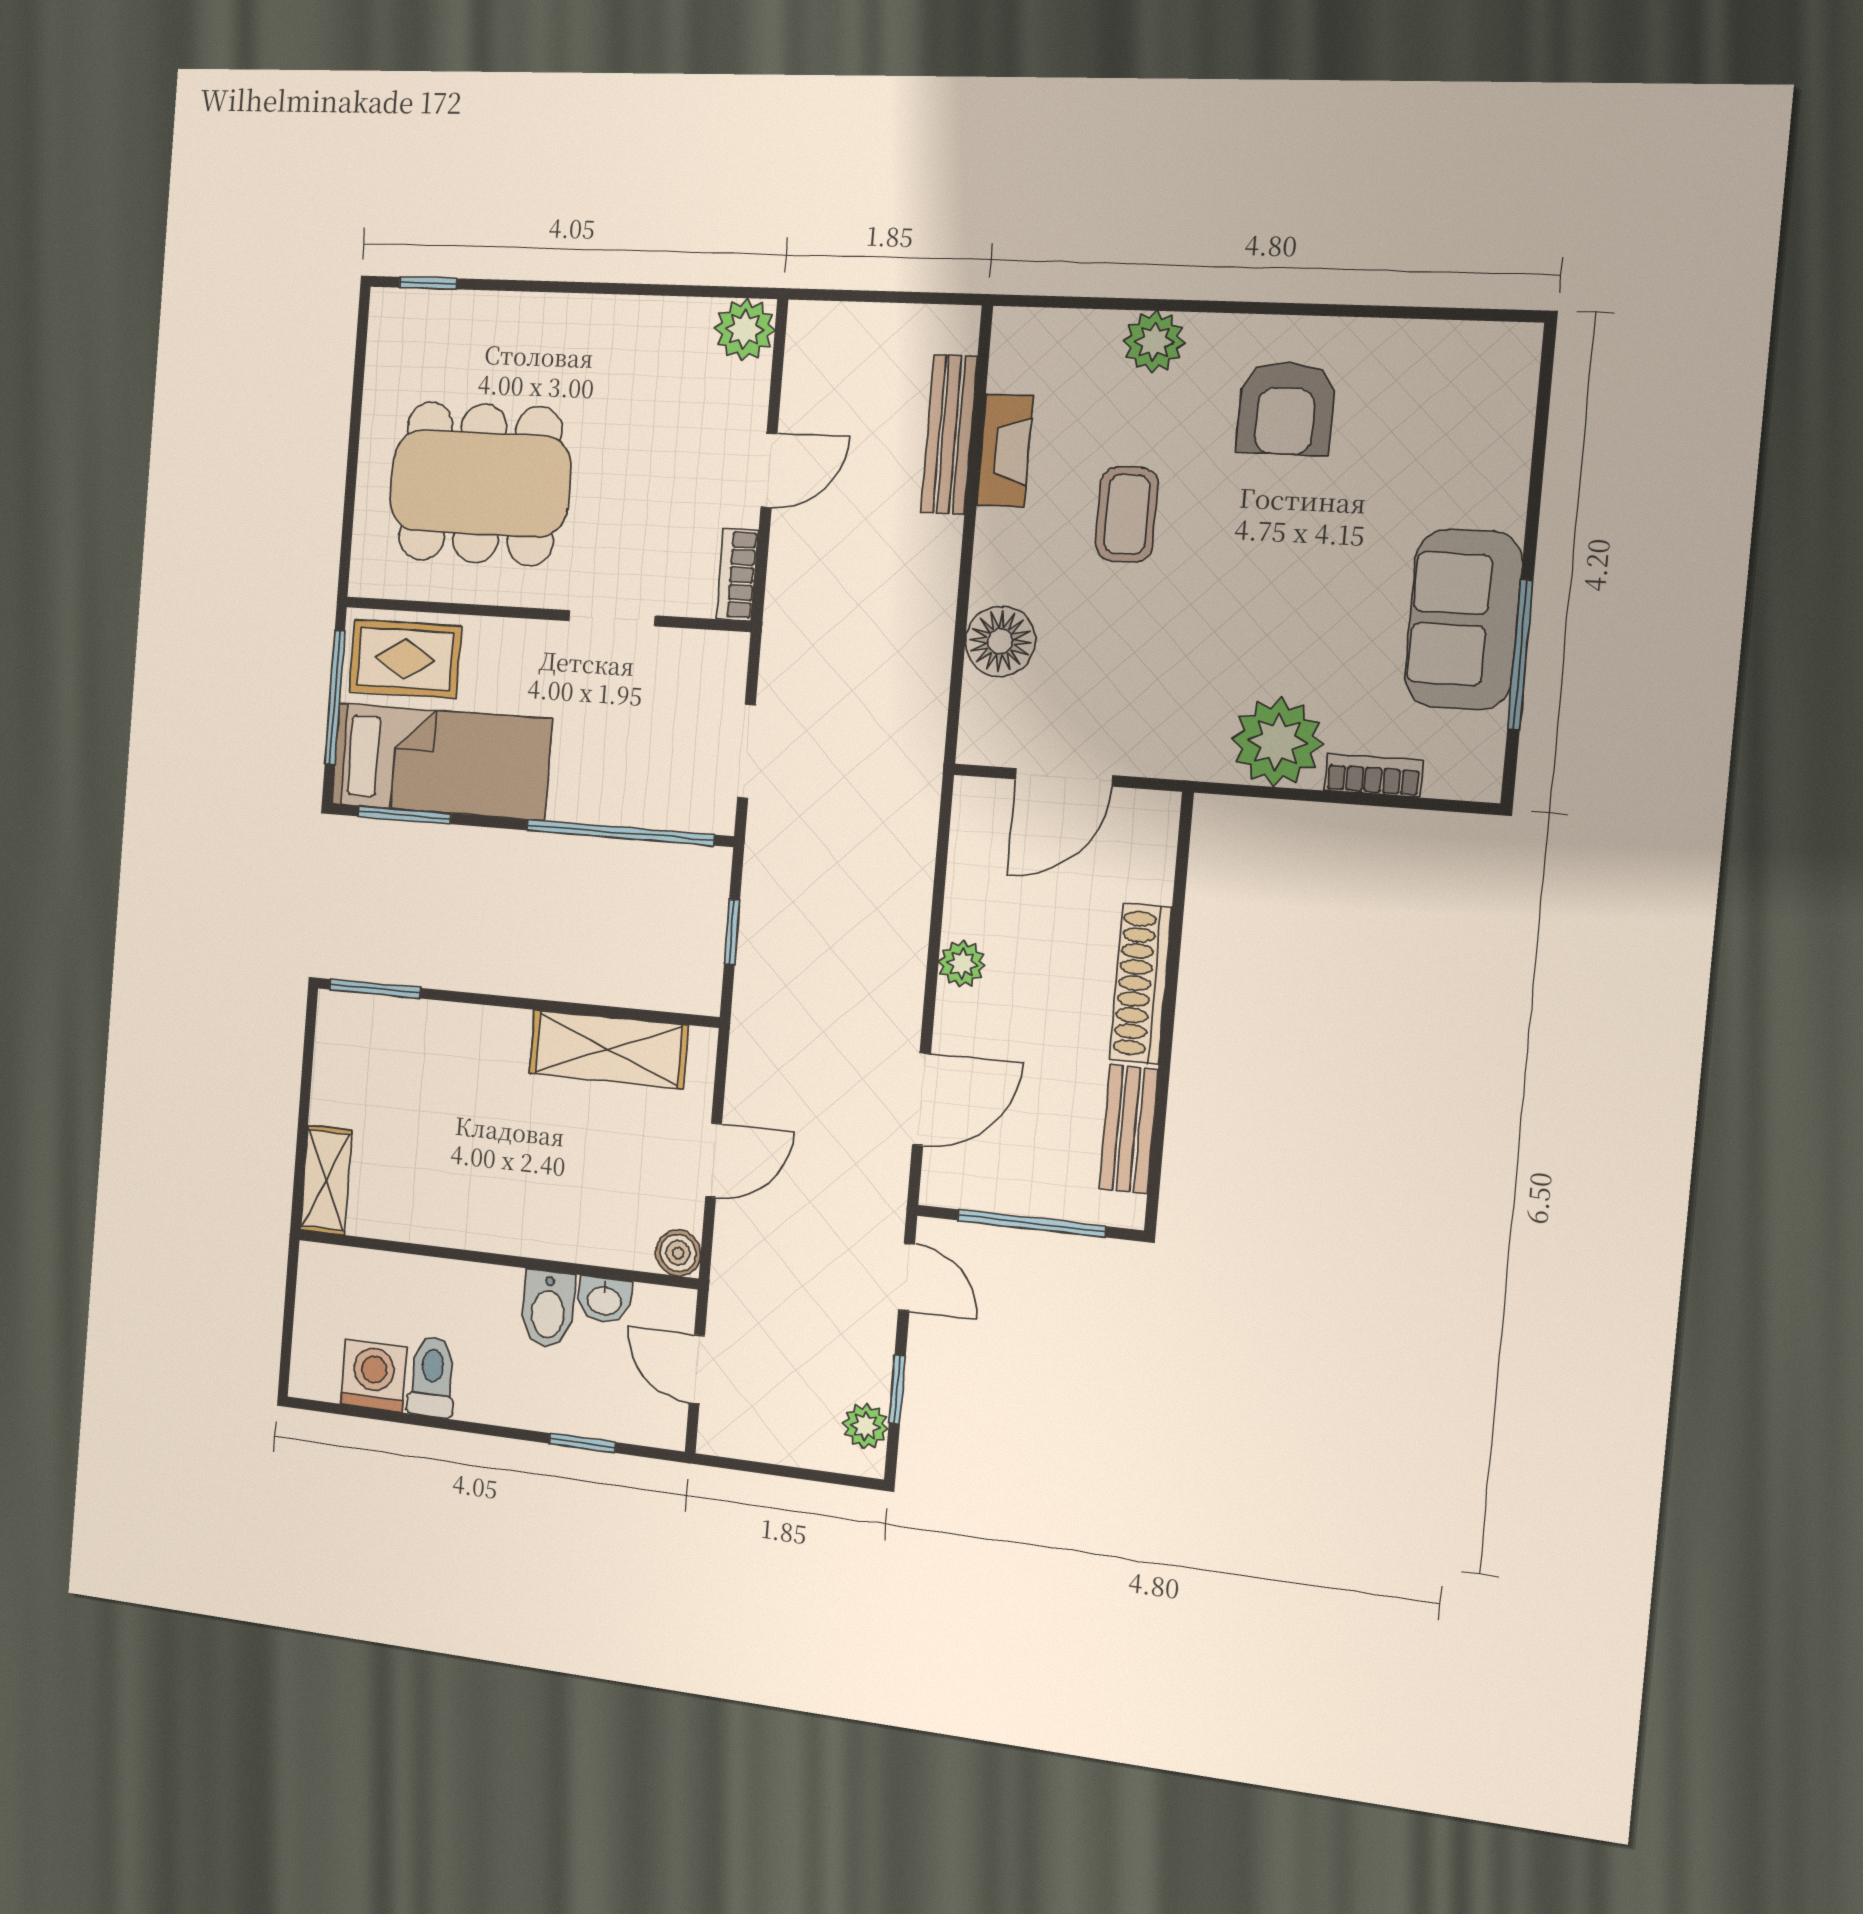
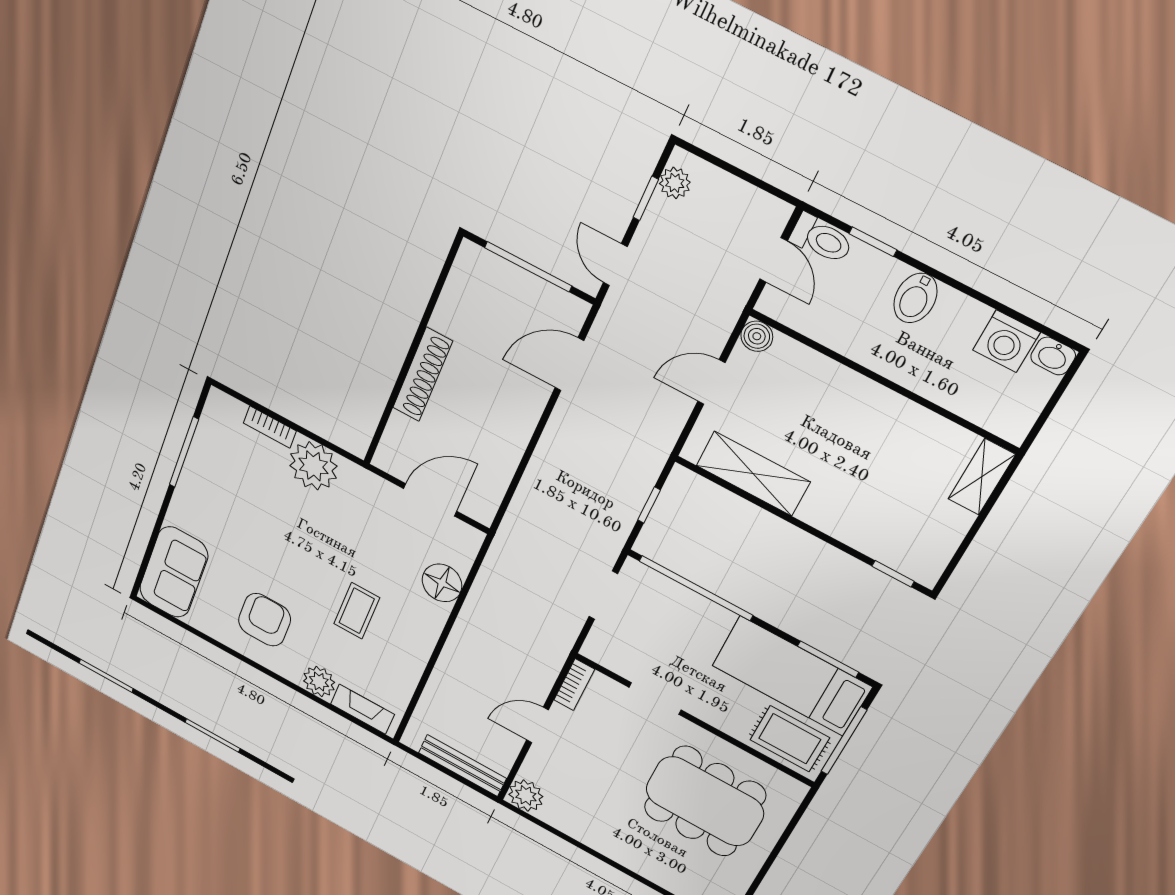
bench: (949, 435) -> (462, 765), moved, turned 90
fireplace: (1005, 451) -> (362, 709), moved, turned 90
sofa: (1463, 619) -> (174, 572), moved
plant: (962, 964) -> (519, 429), removed
window: (375, 989) -> (893, 574), width x0.67
bench: (1128, 1129) -> (454, 298), removed
washbasin: (604, 1300) -> (1053, 356), moved, turned 180
bidet: (548, 1309) -> (915, 298), moved, turned 180
toilet: (432, 1377) -> (821, 239), moved, turned -90

